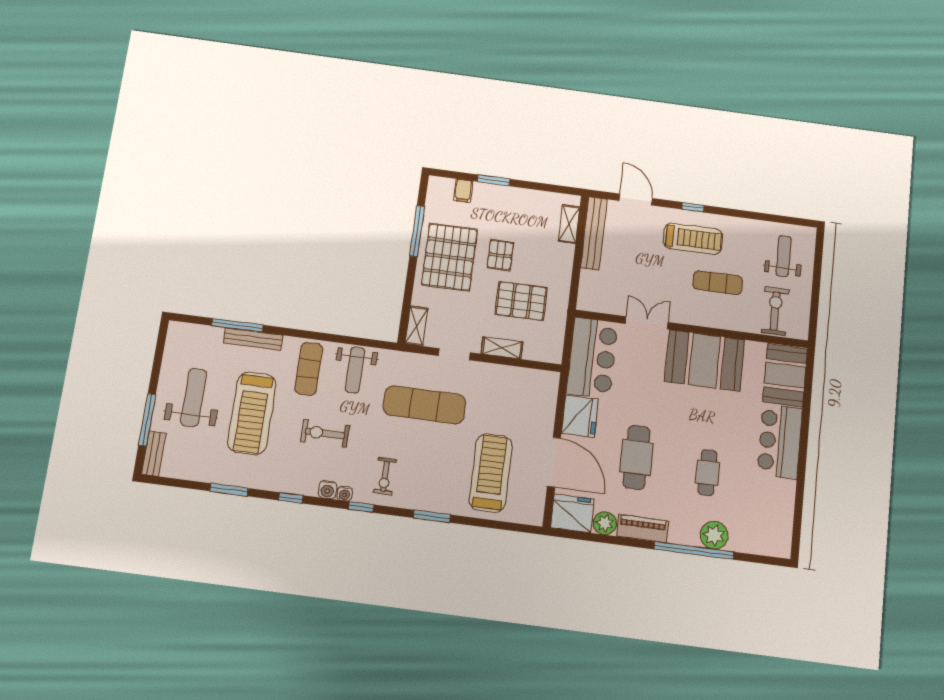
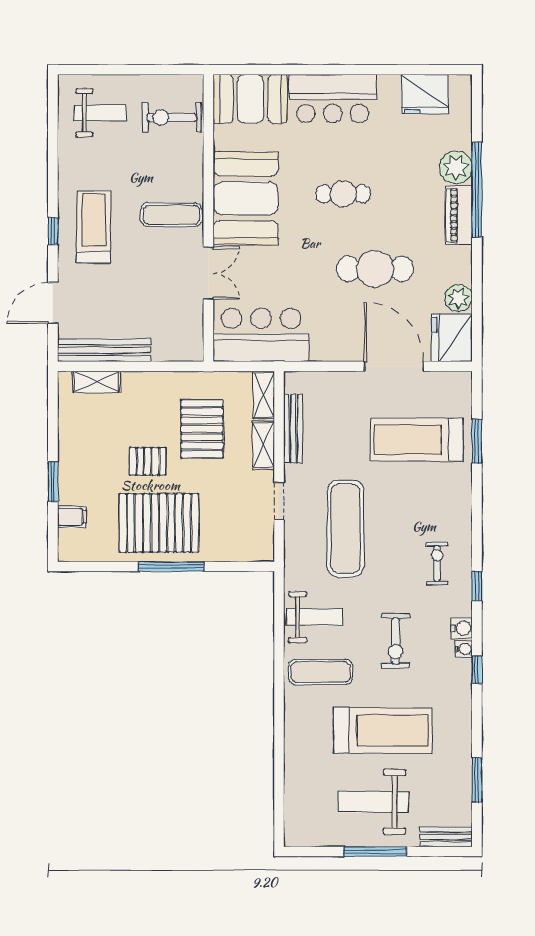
window: (417, 231) -> (171, 567), moved
weight bench: (784, 256) -> (100, 113), turned 180
exercise mat: (718, 283) -> (171, 215), moved, turned 90
double door: (647, 323) -> (208, 273), swing flipped
window: (237, 325) -> (279, 765), removed
shelving: (417, 326) -> (264, 395), moved, turned 90
bench: (253, 339) -> (293, 429), moved
fridge: (580, 416) -> (425, 94), moved, turned 180
window: (147, 420) -> (375, 852), moved
door: (554, 462) -> (394, 366), hinge flipped
cafe table: (708, 473) -> (343, 194), moved
exercise bike: (385, 476) -> (437, 563), turned -90
window: (229, 490) -> (477, 780), moved
water cooler: (345, 494) -> (464, 649), moved
window: (432, 516) -> (477, 441), moved
piano: (642, 529) -> (459, 215), moved

